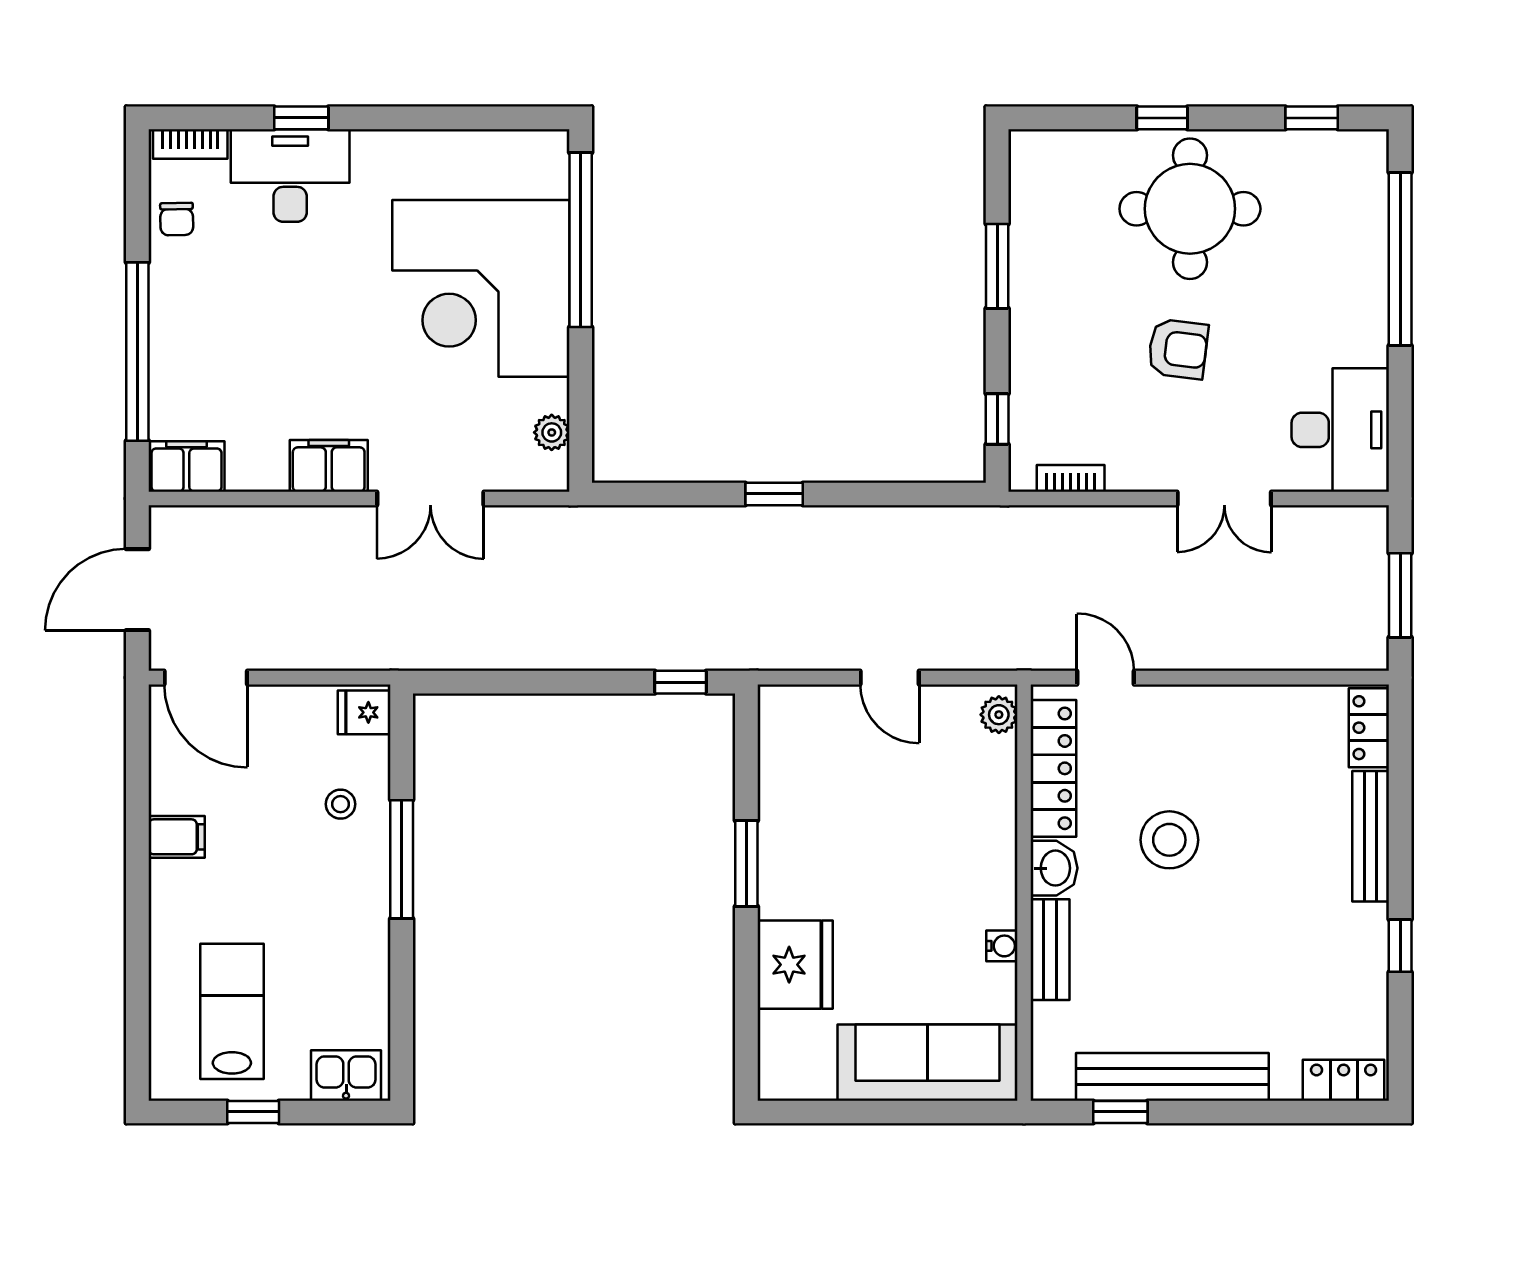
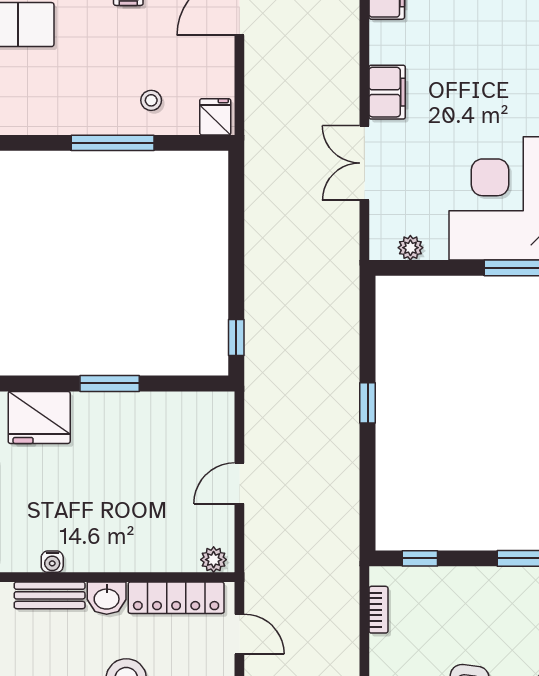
door: (1106, 678) -> (239, 634), hinge flipped

